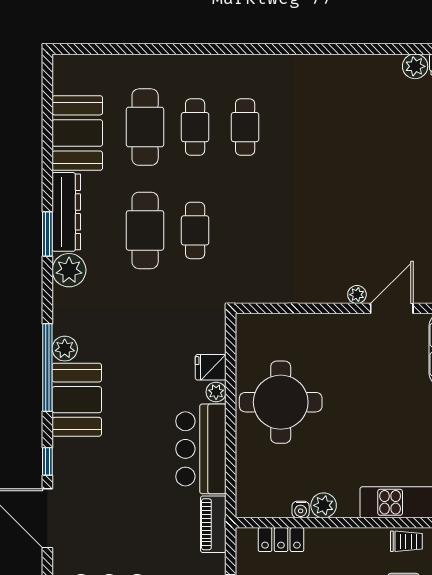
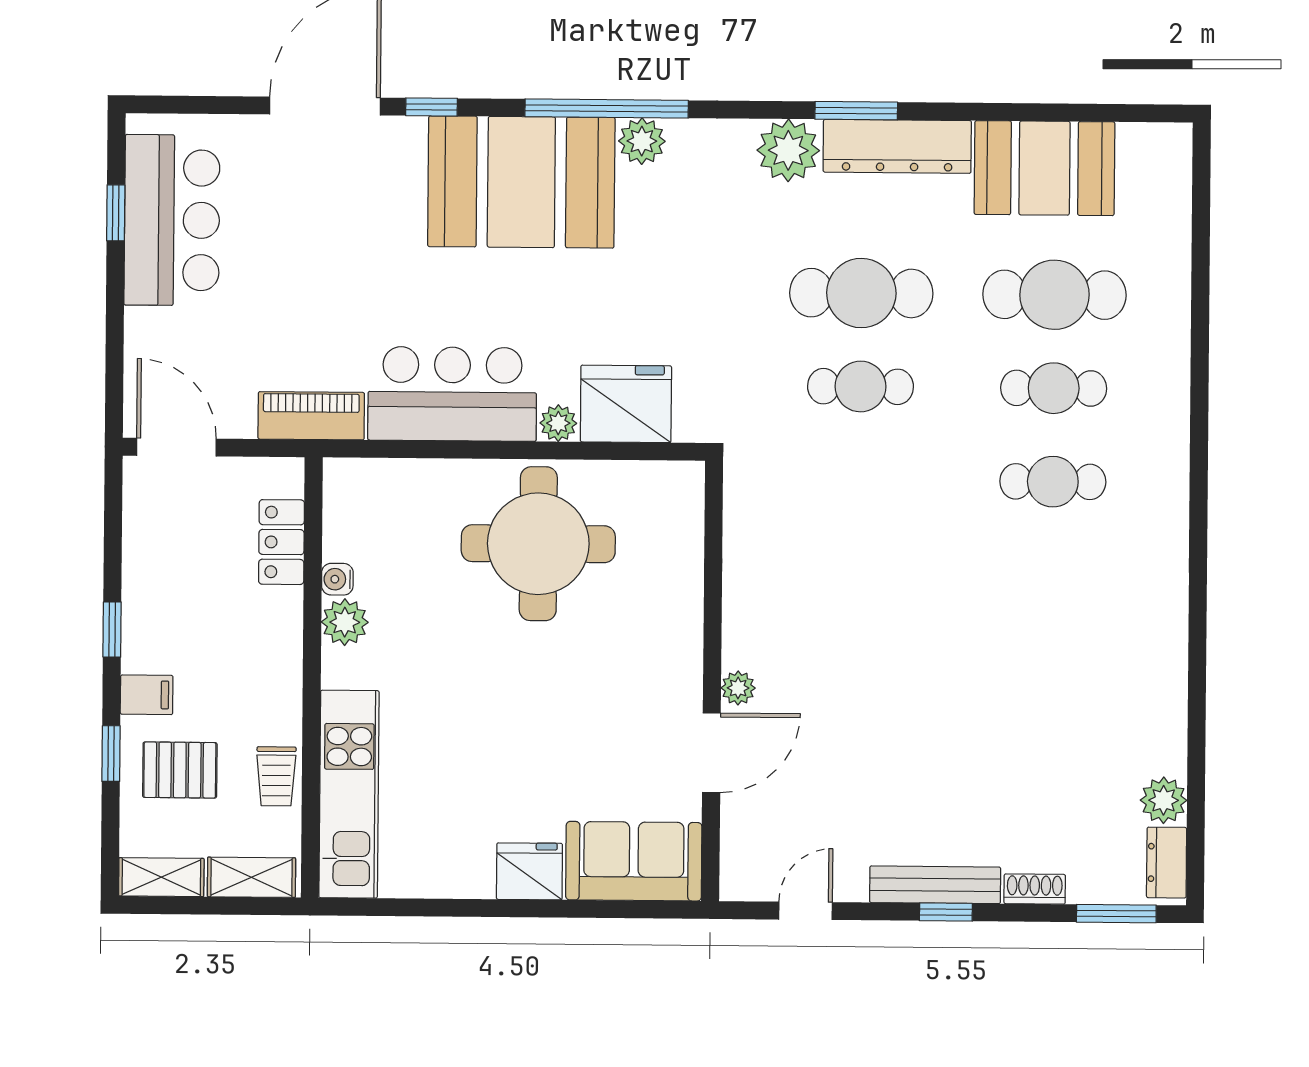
door: (392, 308) -> (711, 753), hinge flipped
fridge: (211, 367) -> (626, 404), width x1.88, depth x1.34
booth: (77, 400) -> (521, 182), width x1.36, depth x1.42

